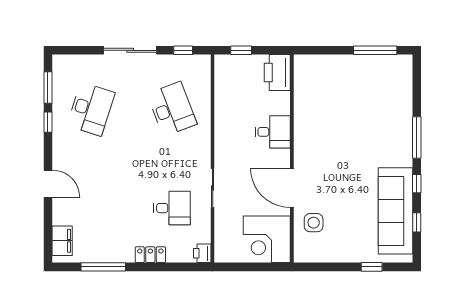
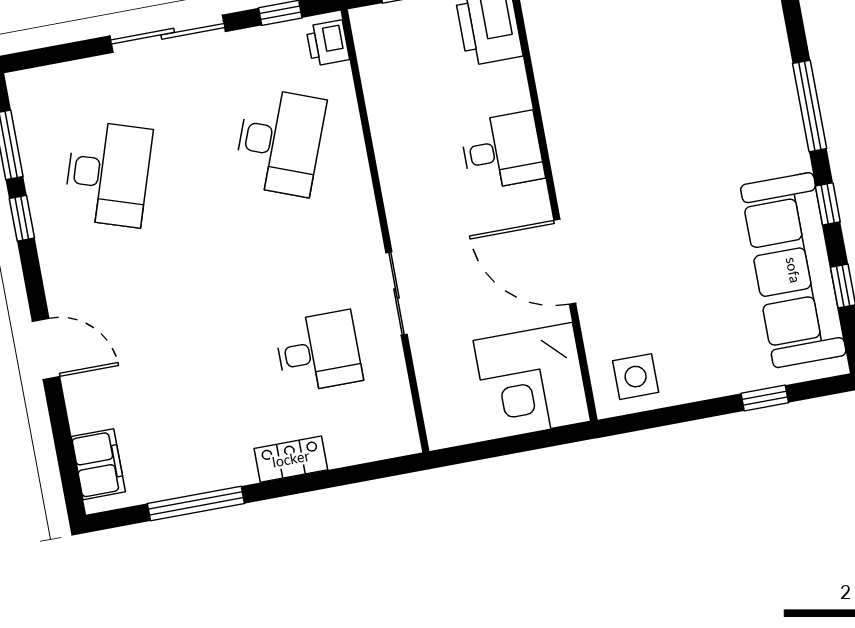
desk: (172, 109) -> (280, 142), turned 42
side table: (314, 223) -> (636, 377), moved
printer: (202, 253) -> (328, 43), moved

